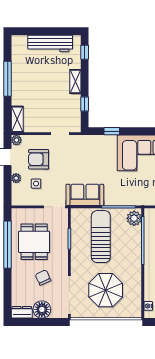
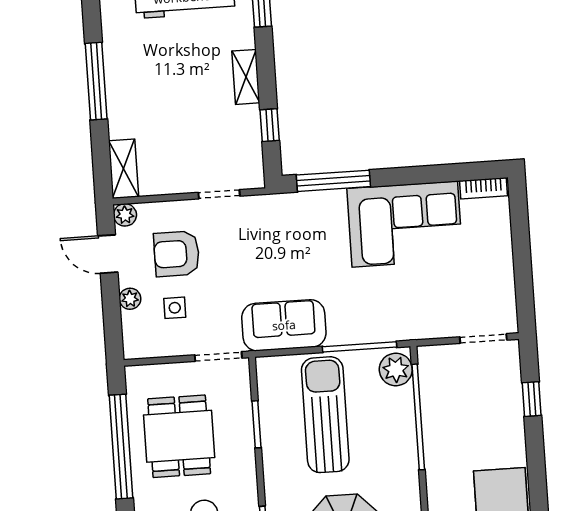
window: (112, 131) -> (333, 181), width x2.17

